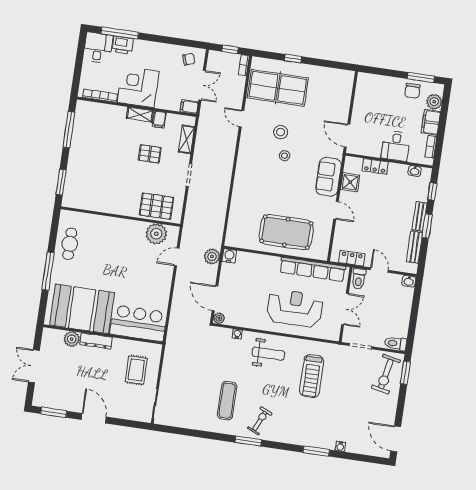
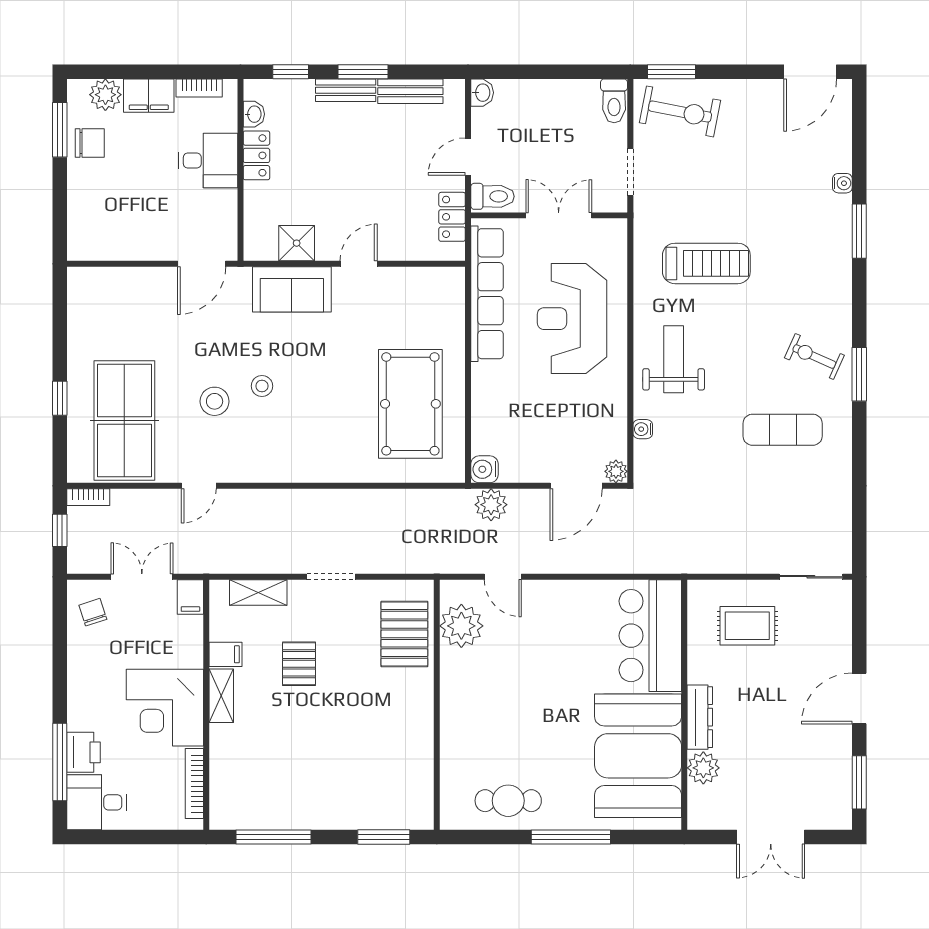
locker: (375, 166) -> (256, 155), moved
pool table: (286, 232) -> (410, 404), moved

